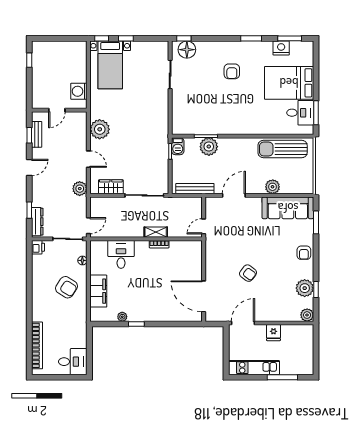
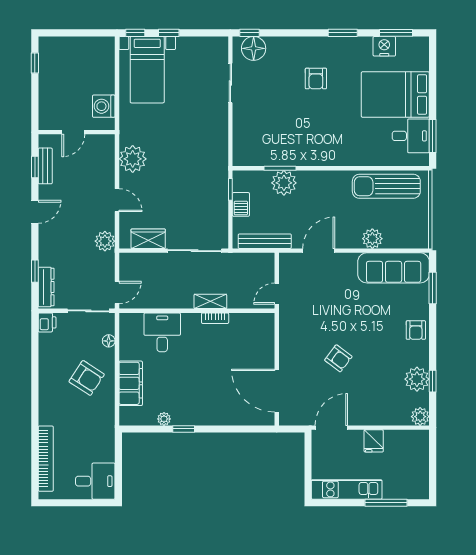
barbecue: (178, 146) -> (241, 204), moved

